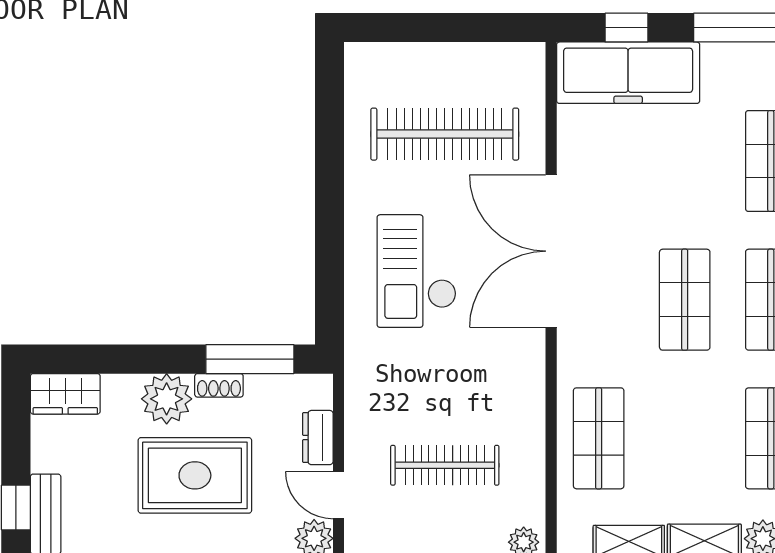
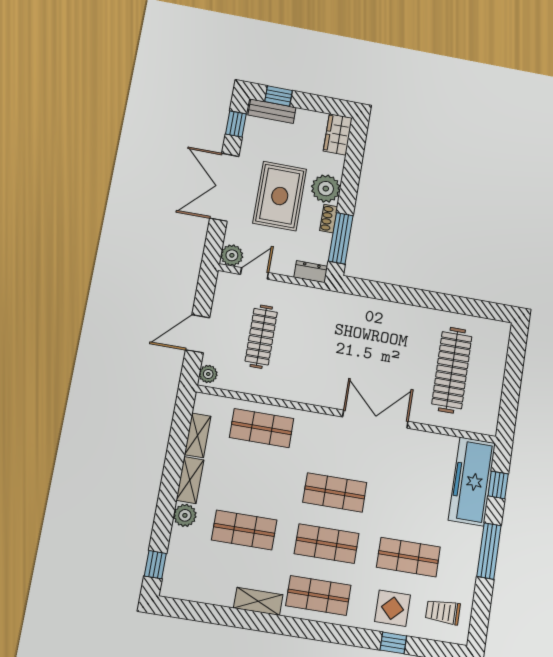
double door: (551, 251) -> (375, 419), width x0.73
checkout: (417, 271) -> (376, 340), removed
dresser: (318, 438) -> (311, 272), moved

